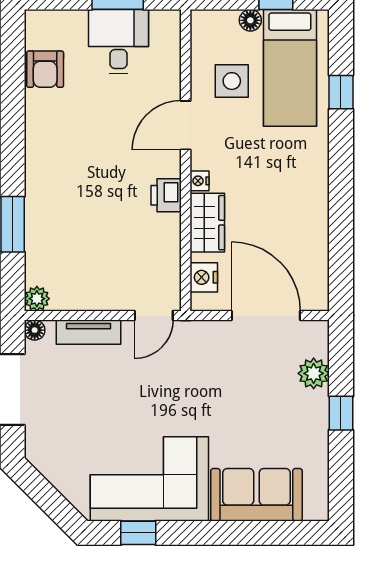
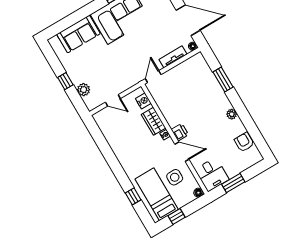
floor lamp: (250, 20) -> (198, 193), moved
desk: (119, 42) -> (212, 174), moved
door: (186, 125) -> (182, 152), hinge flipped
printer: (166, 195) -> (180, 132), moved
plant: (37, 299) -> (232, 114), moved
door: (266, 316) -> (113, 100), width x0.53

